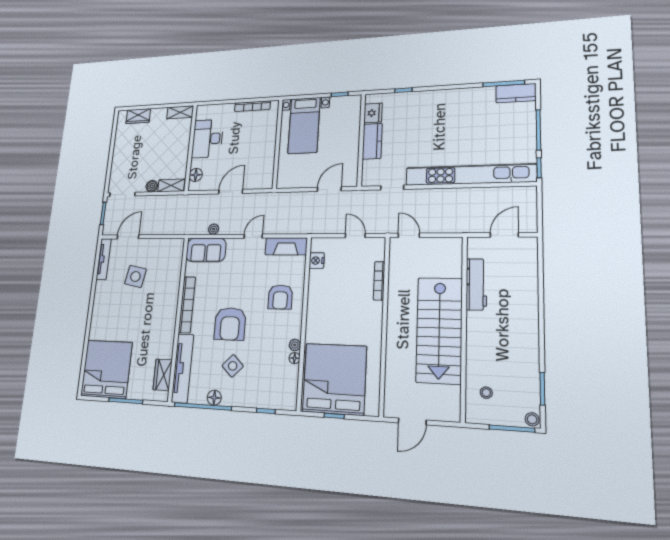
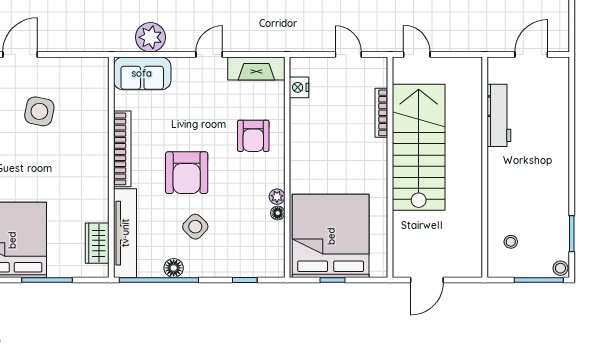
plant: (214, 229) -> (150, 37), width x1.87, depth x1.87
stairs: (439, 330) -> (419, 147), moved, turned 180

